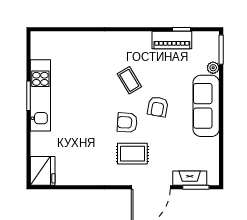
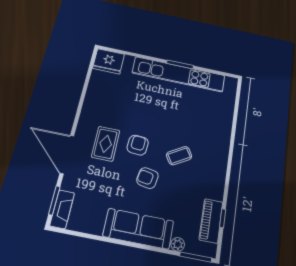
piano: (172, 40) -> (211, 221), moved
kitchen unit: (40, 95) -> (179, 74), width x1.36
fireplace: (190, 178) -> (62, 209), moved

